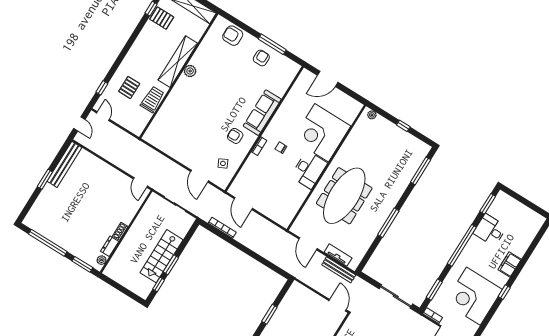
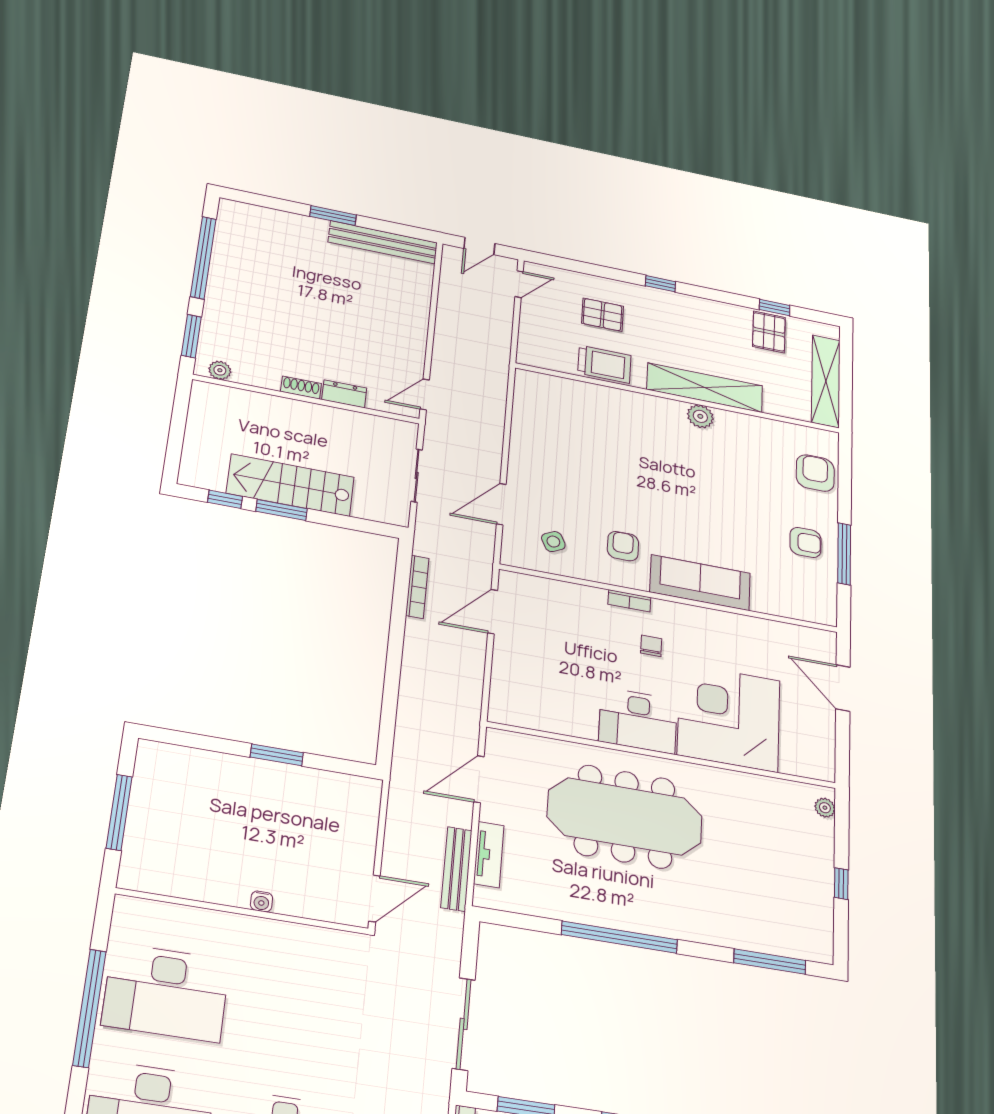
window: (102, 88) -> (660, 284), moved
window: (388, 223) -> (619, 937), width x1.46
dresser: (110, 246) -> (344, 394), moved

